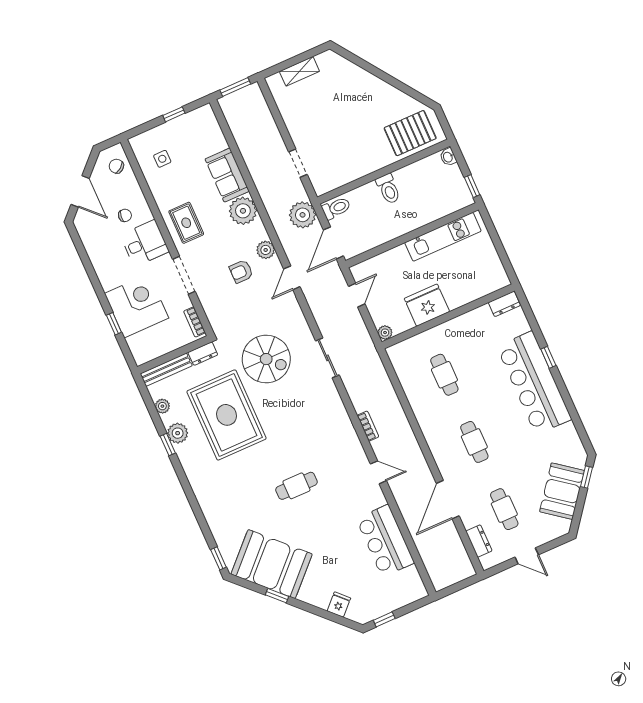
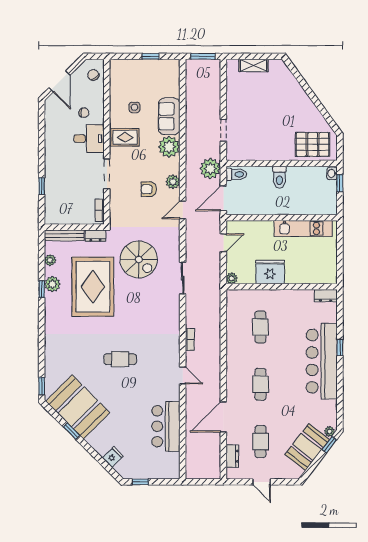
side table: (162, 159) -> (134, 107), moved
window: (472, 186) -> (340, 183), moved
rug: (186, 223) -> (125, 137), turned 90
corner desk: (137, 306) -> (63, 181), removed
plant: (580, 461) -> (330, 431), added

